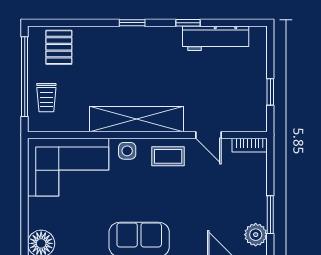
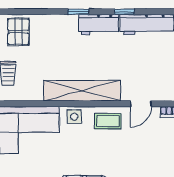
workbench: (157, 38) -> (99, 25), added
door: (209, 135) -> (141, 104), hinge flipped

